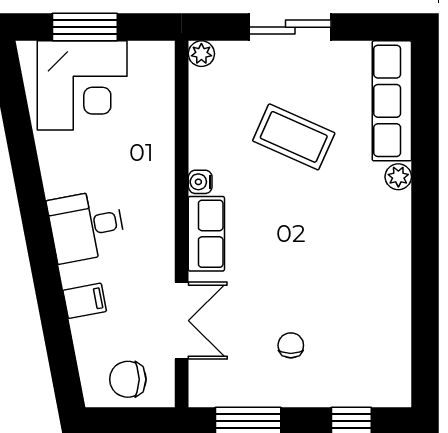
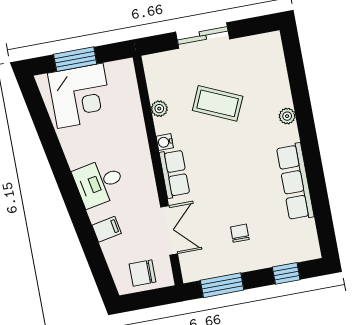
plant: (201, 54) -> (159, 109), moved
row of seats: (392, 101) -> (295, 182), moved

